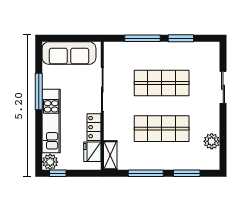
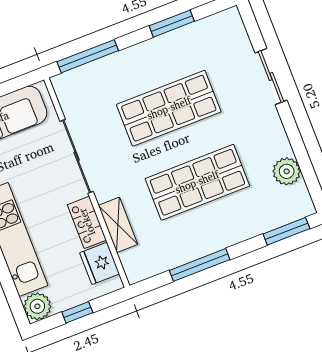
window: (143, 38) -> (88, 56), moved
shelving: (110, 155) -> (118, 225), moved
window: (58, 173) -> (77, 312), moved
window: (187, 173) -> (286, 231), moved

